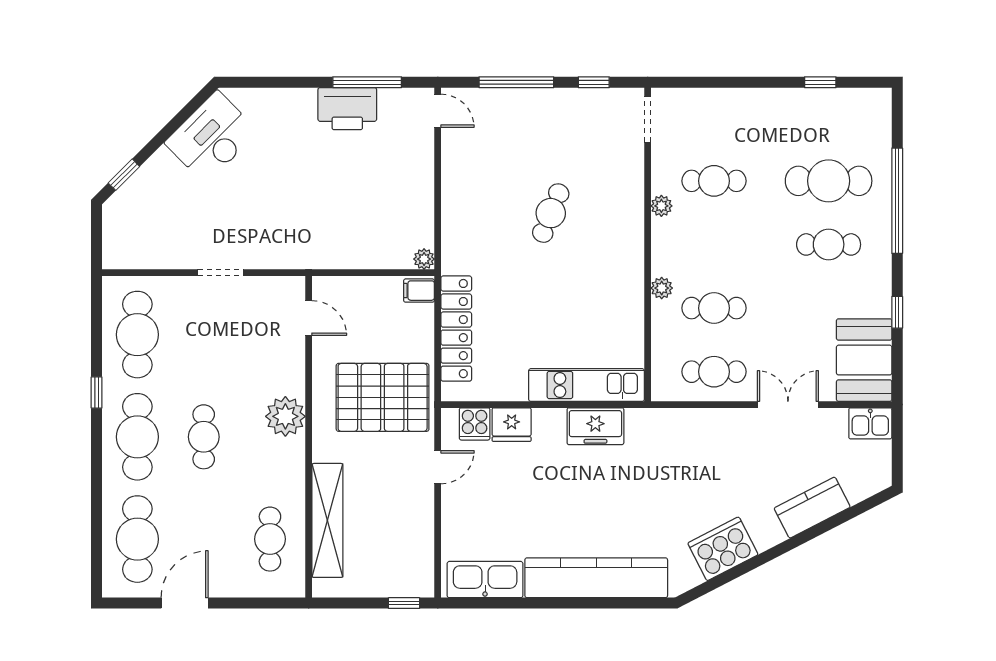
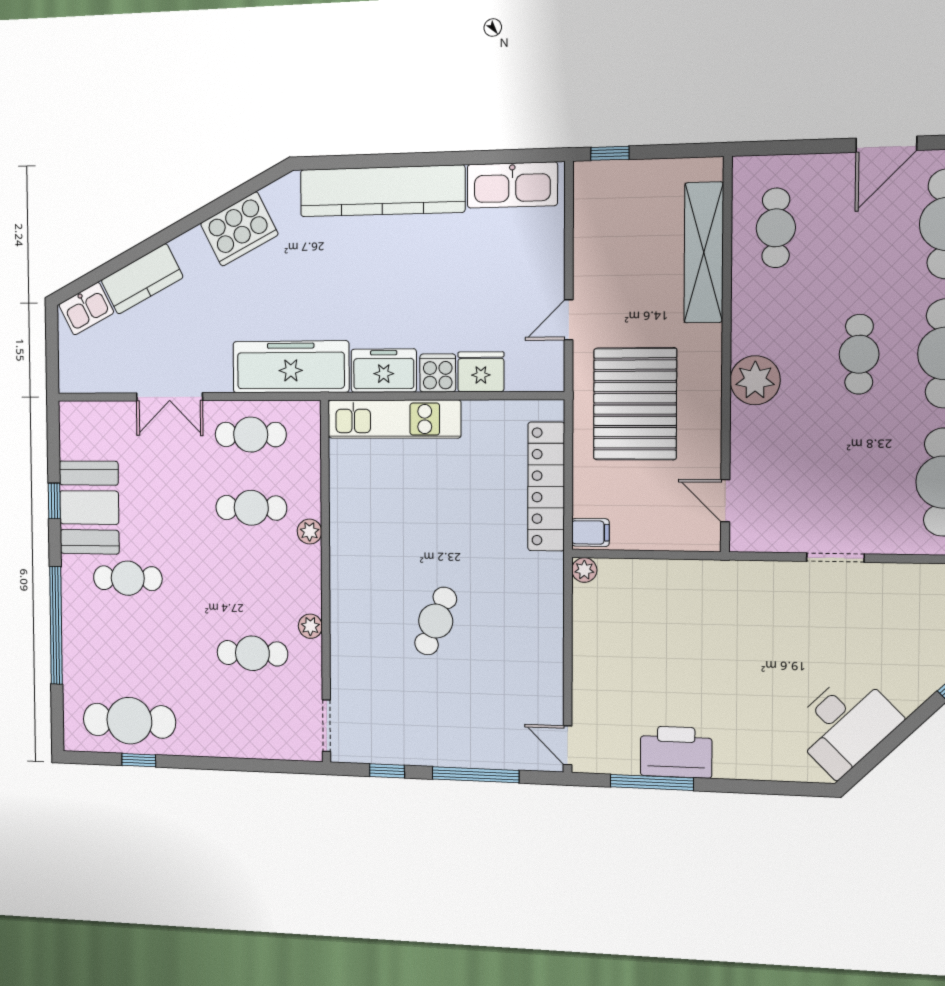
cafe table: (829, 181) -> (129, 721), moved
booth: (864, 360) -> (89, 507), moved
pallet: (383, 397) -> (635, 404), turned 90
kitchen sink: (870, 423) -> (86, 309), moved, turned 153
cooker: (475, 424) -> (438, 373), moved
freezer: (678, 430) -> (291, 367), added

